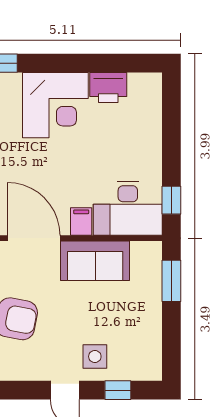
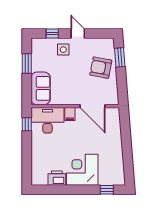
sofa: (95, 261) -> (41, 88), moved, turned 90
window: (171, 281) -> (27, 64), moved

